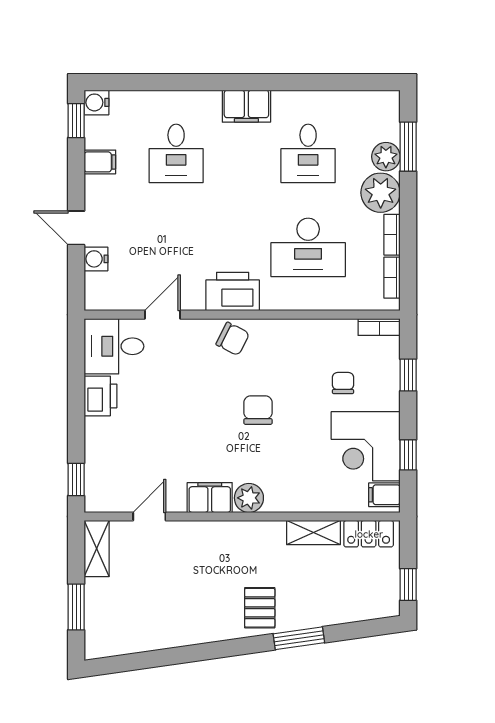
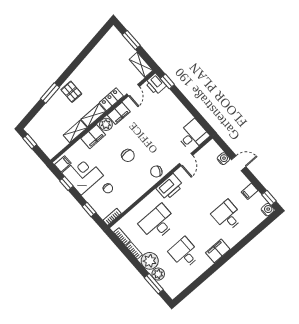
printer: (100, 396) -> (156, 84), moved
filing cabinet: (290, 496) -> (93, 137), added
shelving: (257, 533) -> (93, 115), added
locker: (369, 534) -> (111, 99), moved

